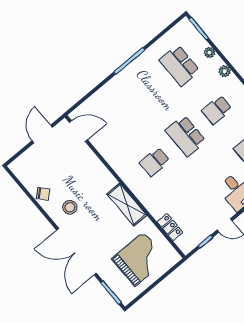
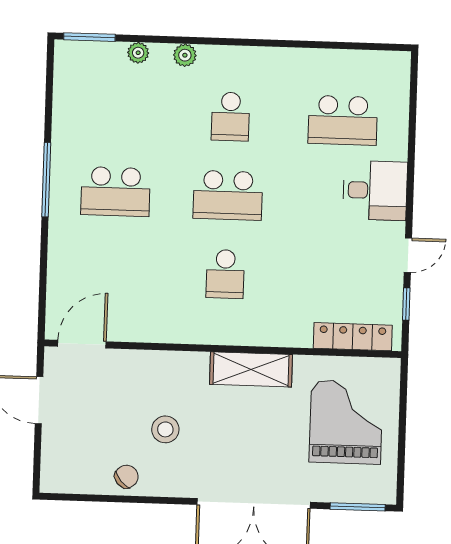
school desk: (180, 65) -> (116, 192), moved
stool: (70, 207) -> (165, 429), moved
locker: (170, 227) -> (353, 337), width x1.53

